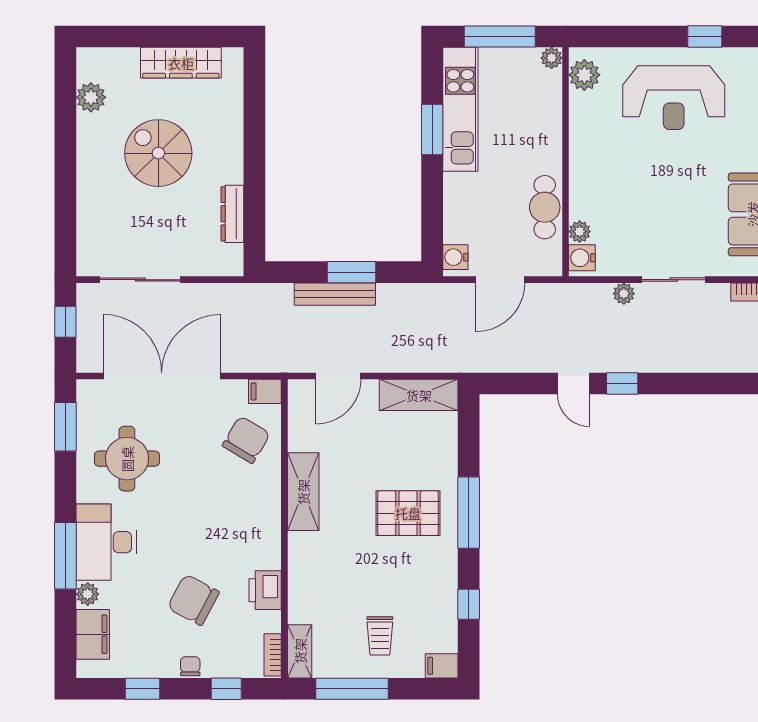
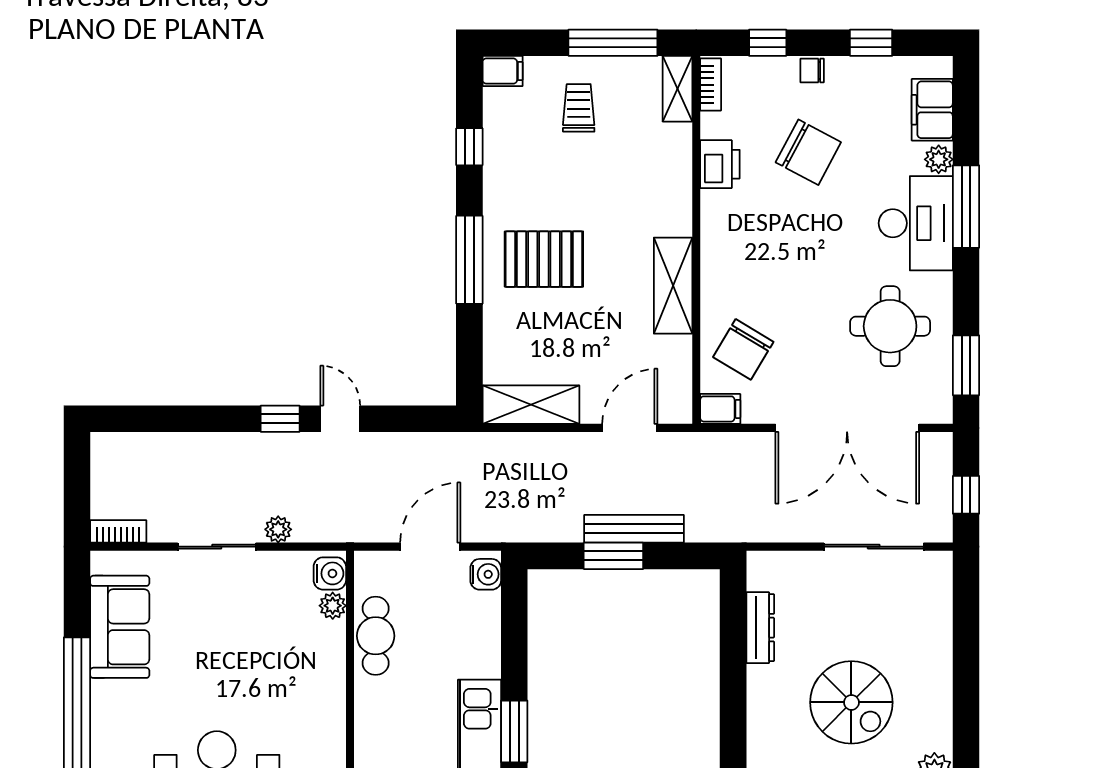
chair: (190, 666) -> (812, 70), turned 90

